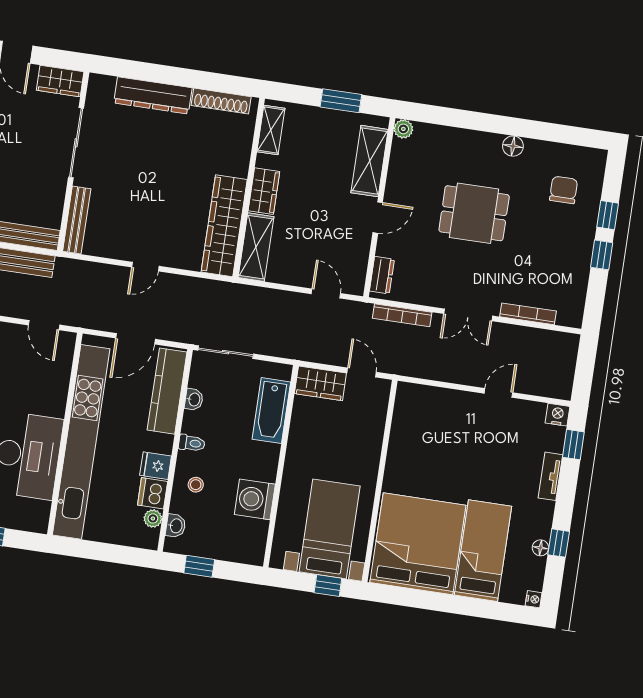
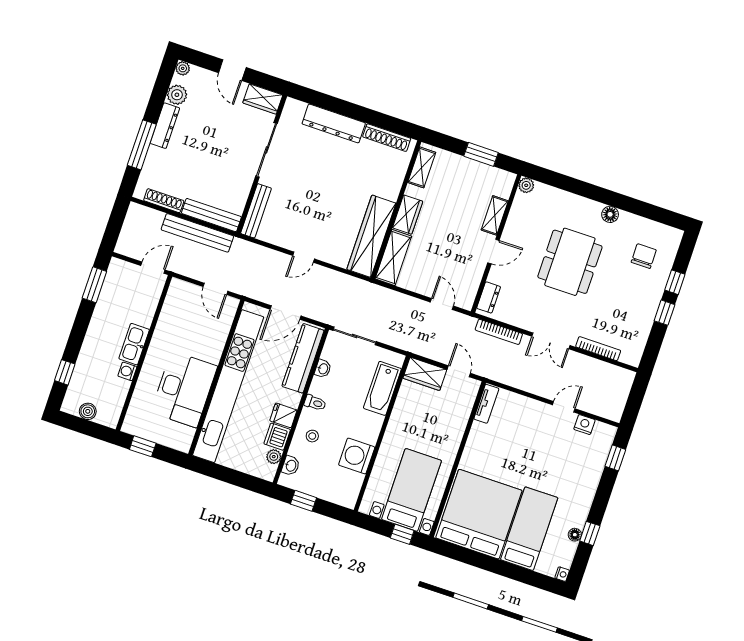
shelving: (370, 161) -> (495, 215), width x0.67, depth x0.75
dining table: (474, 213) -> (570, 262), width x1.37
nightstand: (558, 415) -> (584, 425), moved
tv unit: (550, 476) -> (486, 404), moved, turned 180

